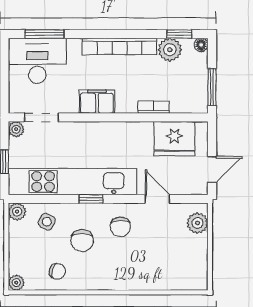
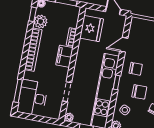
filing cabinet: (97, 102) -> (64, 56), moved
doorway: (41, 117) -> (67, 92), moved
plant: (197, 223) -> (142, 25), removed

